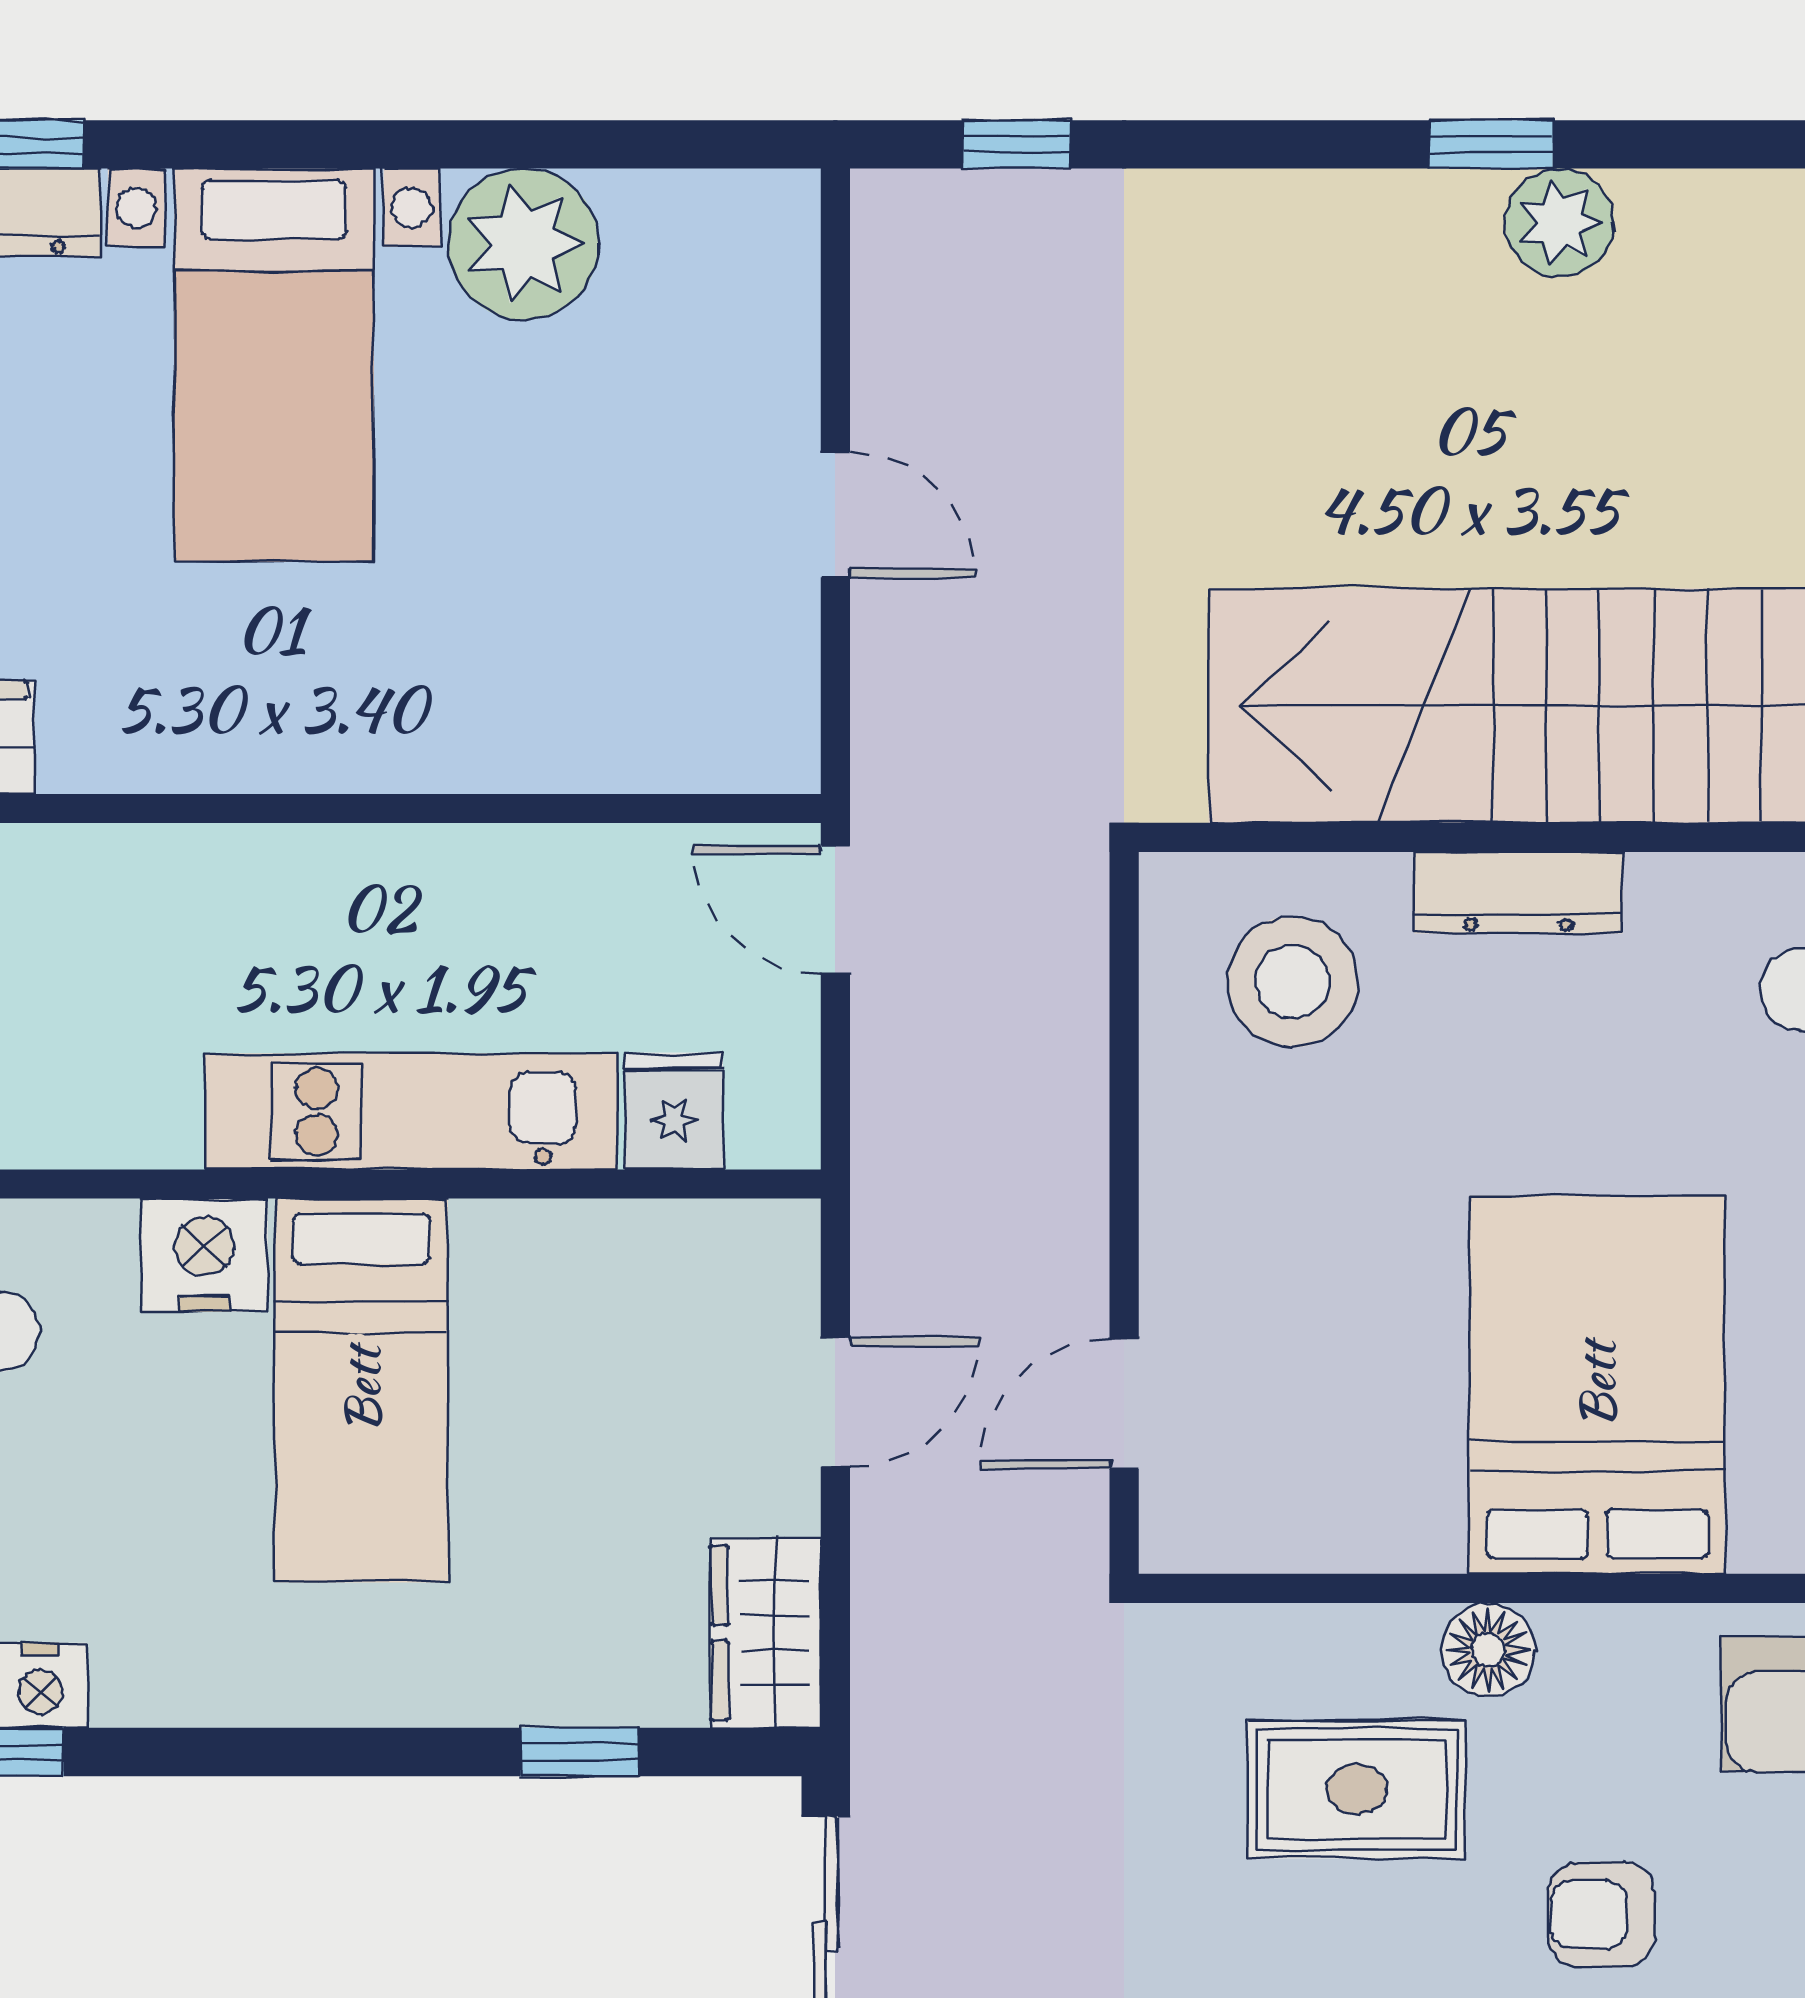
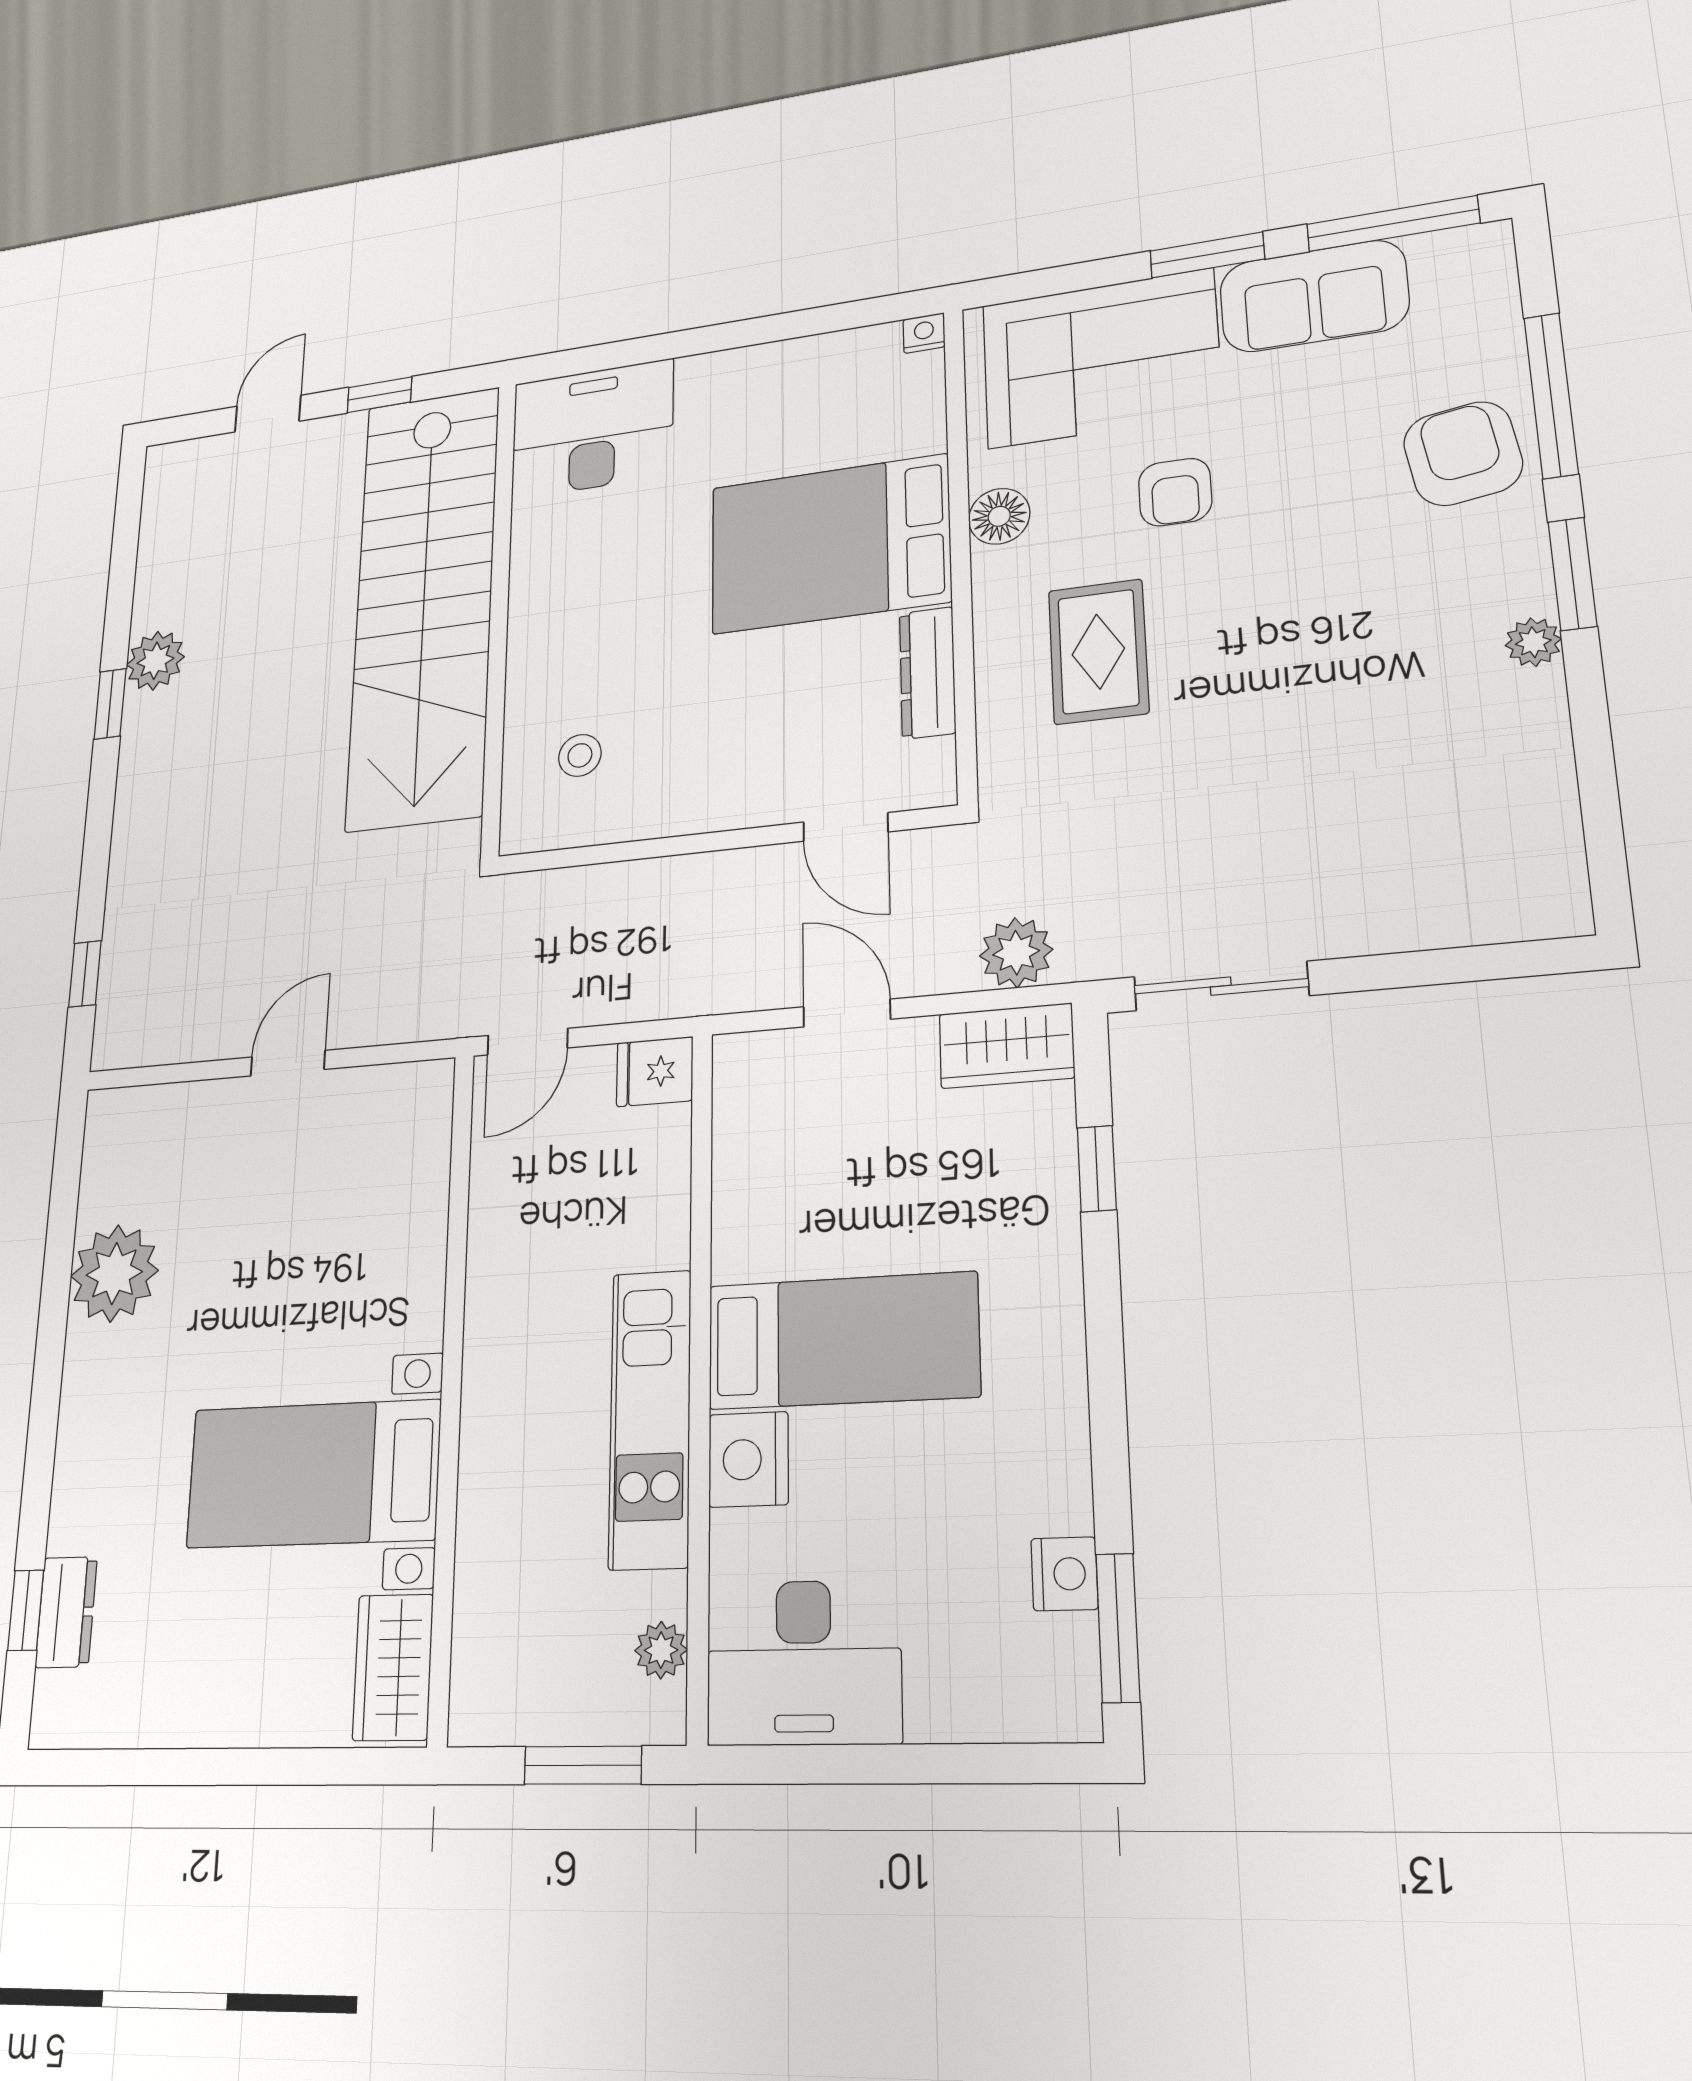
bed with nightstands: (274, 365) -> (313, 1474), moved, turned 180
dresser: (1518, 893) -> (928, 673), moved, turned 180
stool: (1292, 982) -> (580, 755), width x0.53, depth x0.53
kitchen unit: (411, 1111) -> (650, 1418), moved
fridge: (674, 1111) -> (655, 1072), moved
floor lamp: (1488, 1650) -> (999, 516), moved
plant: (903, 1652) -> (1016, 953), added

